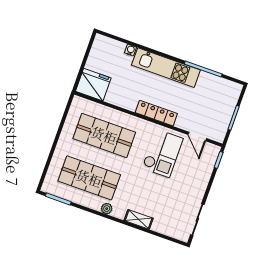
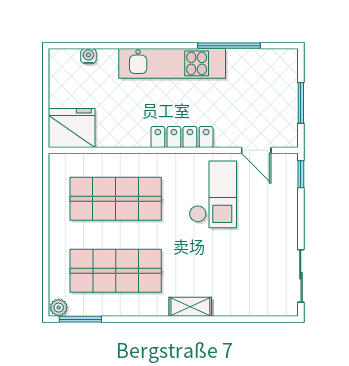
water cooler: (131, 50) -> (88, 56), moved
plant: (107, 209) -> (59, 308), moved
shelving: (139, 219) -> (190, 307), moved

